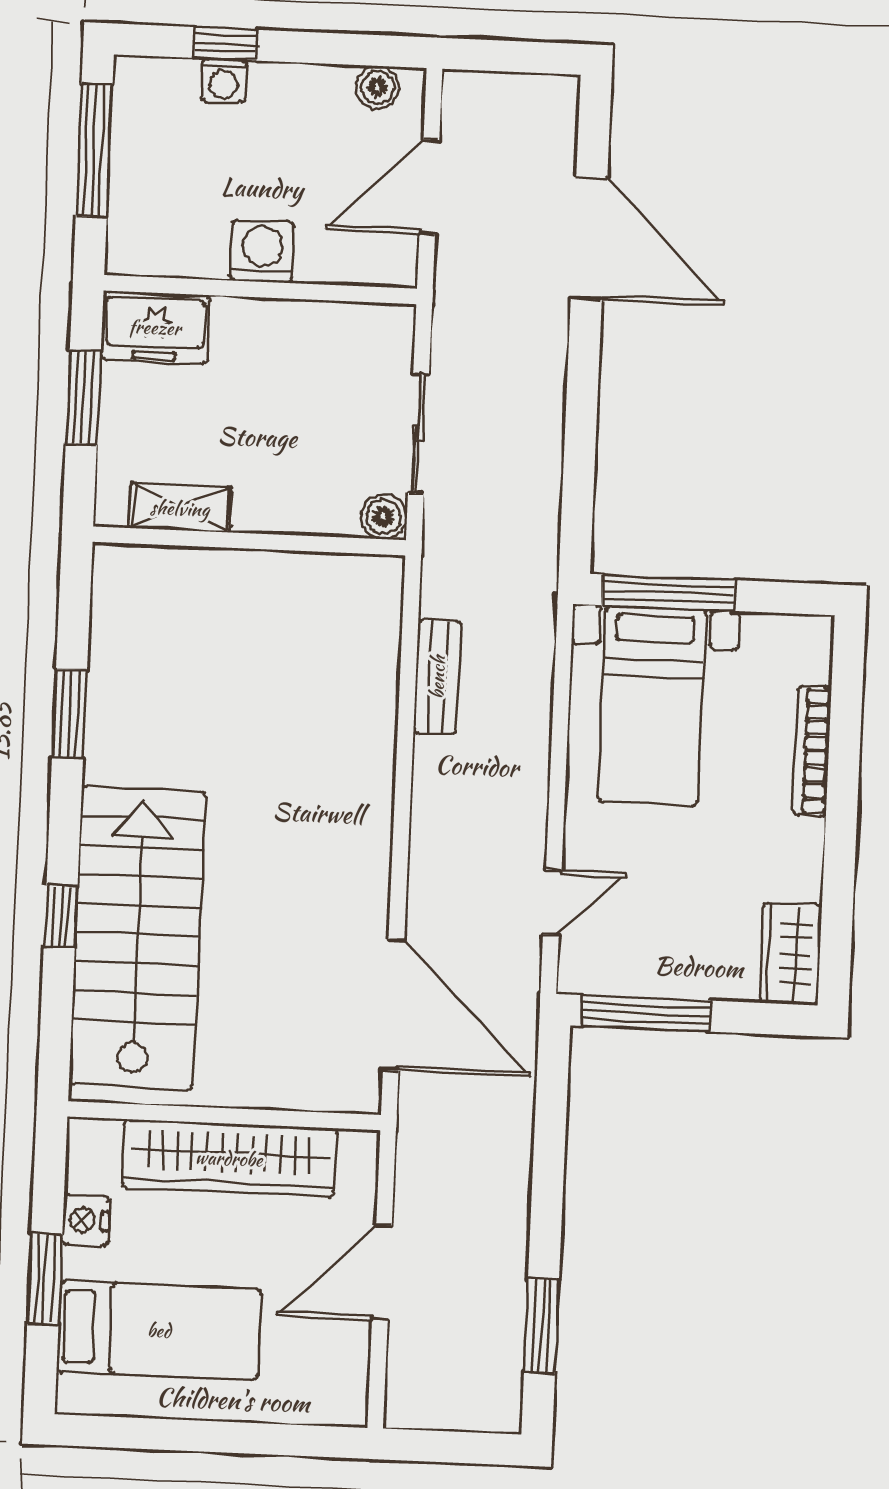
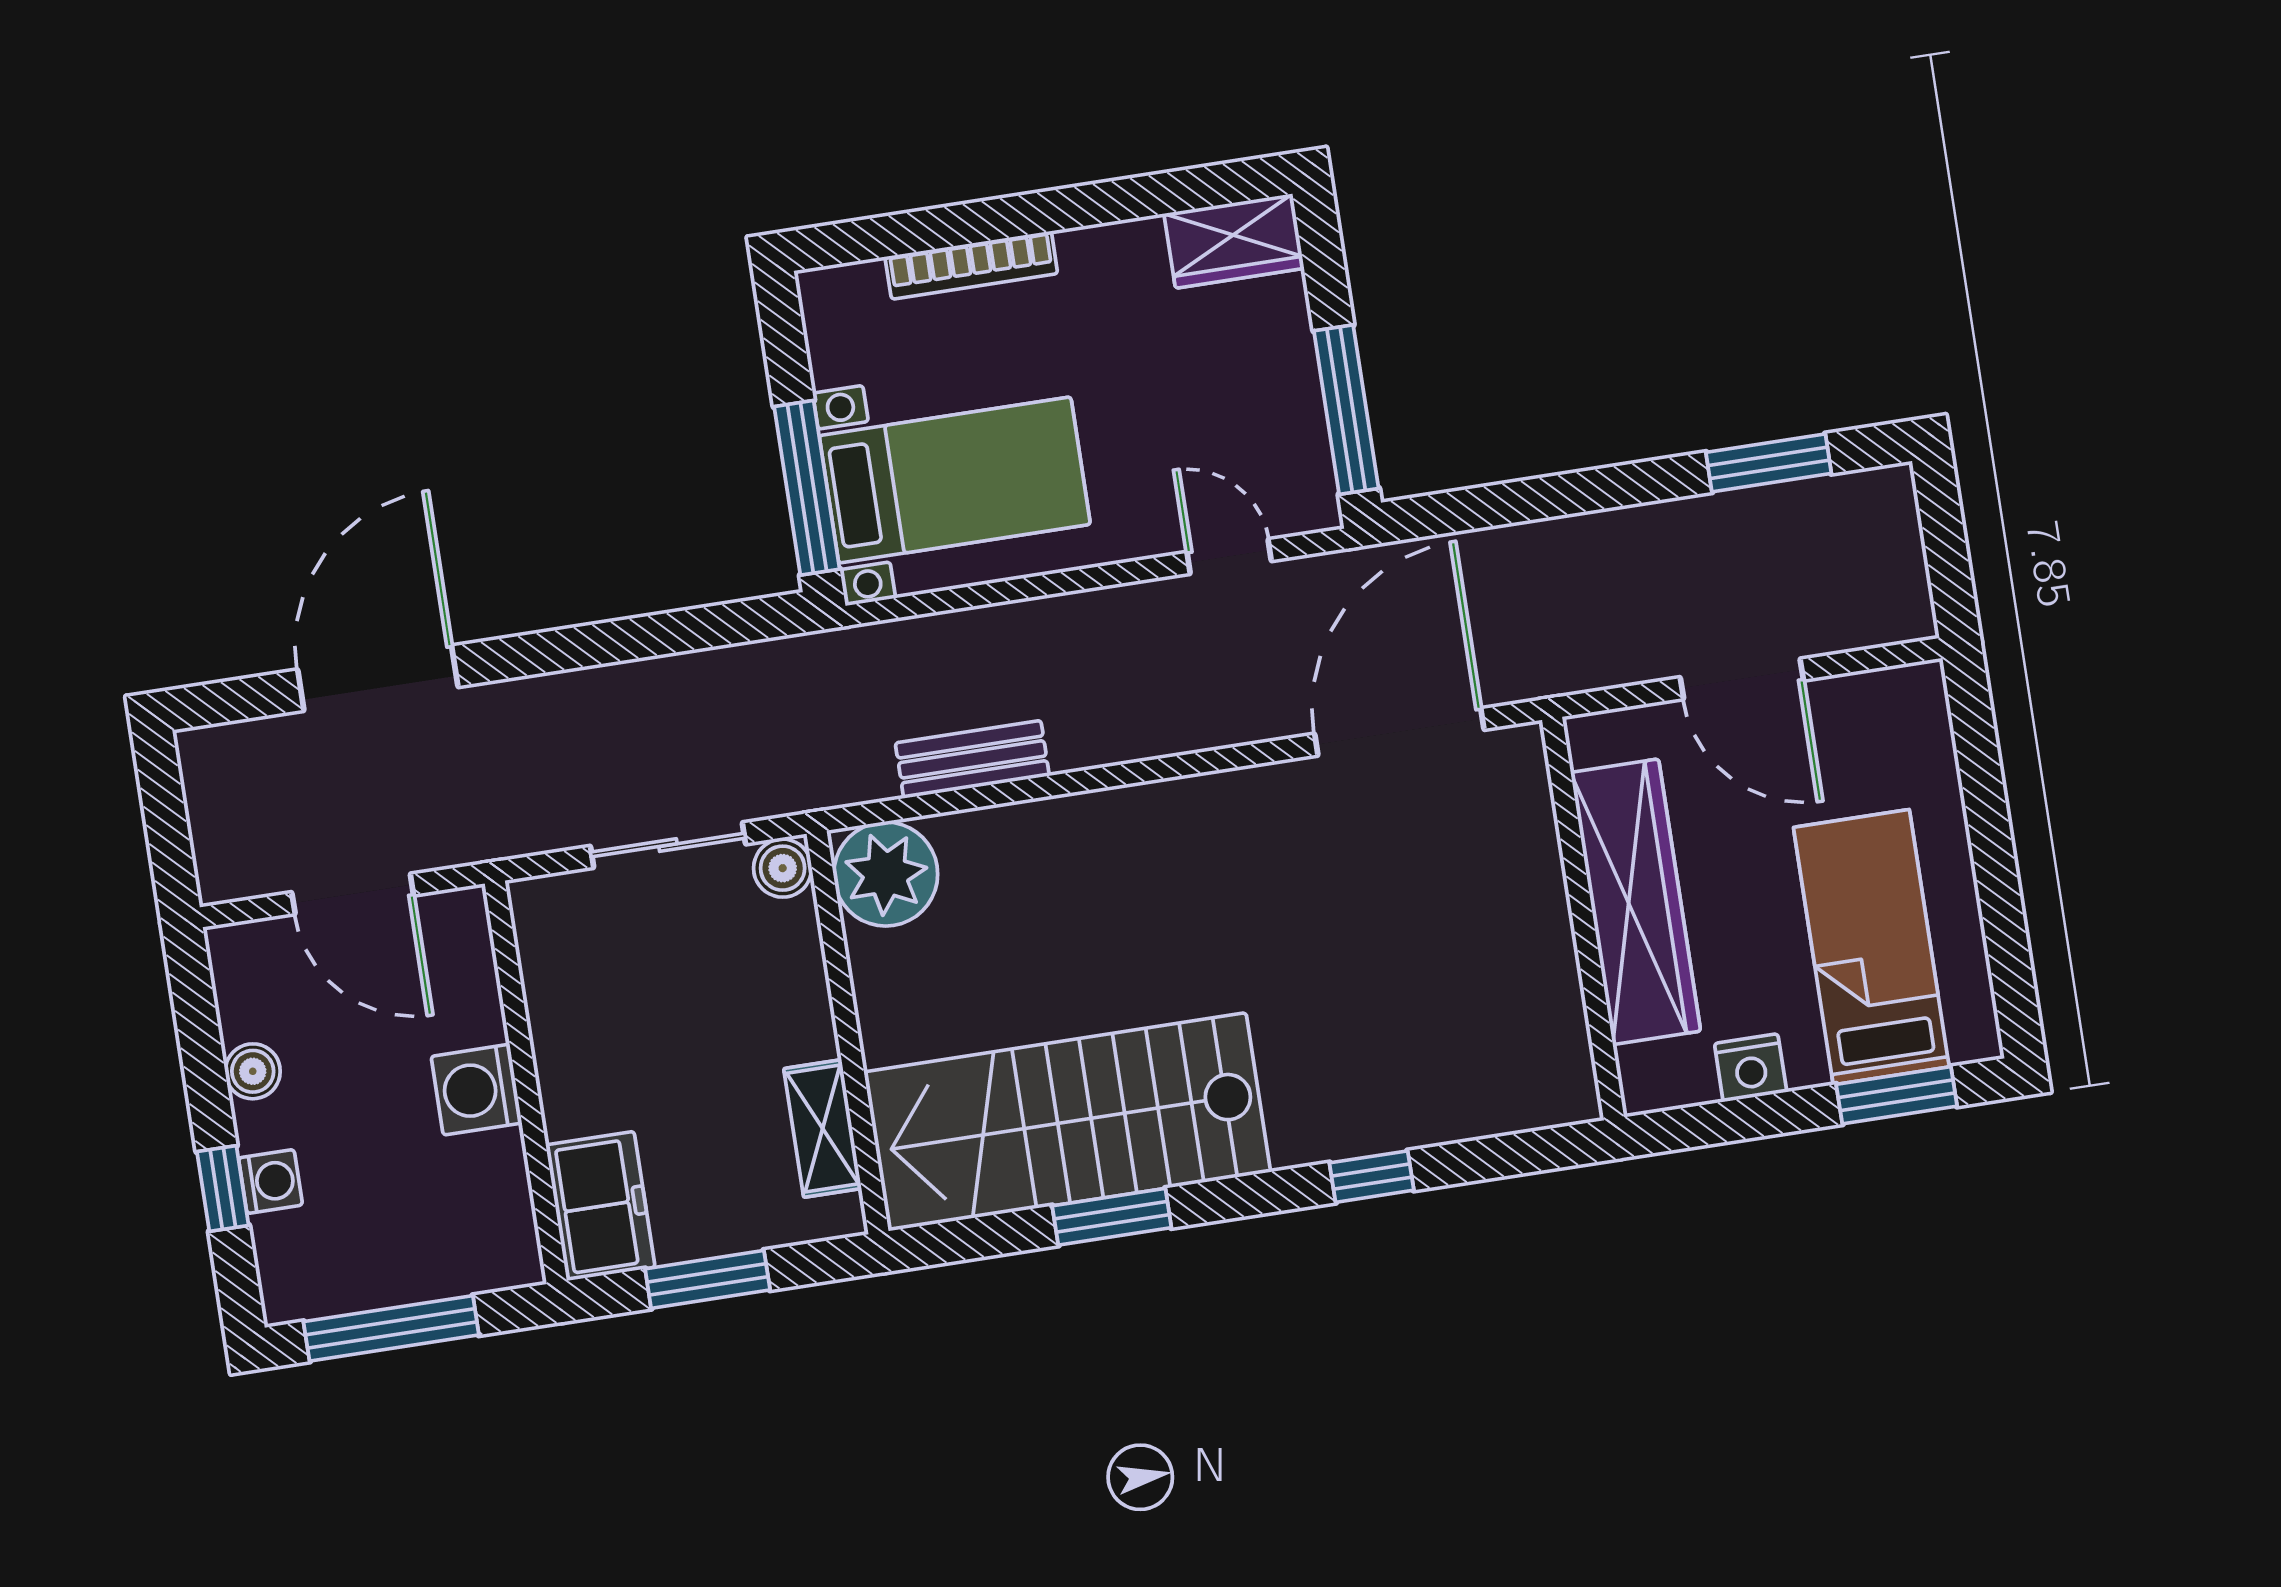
boiler: (378, 87) -> (253, 1071), moved
plant: (364, 594) -> (886, 874), added
stairs: (138, 938) -> (1067, 1122), moved
window: (45, 1279) -> (1897, 1095), moved

